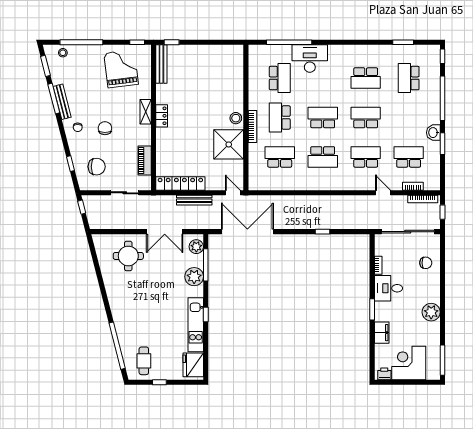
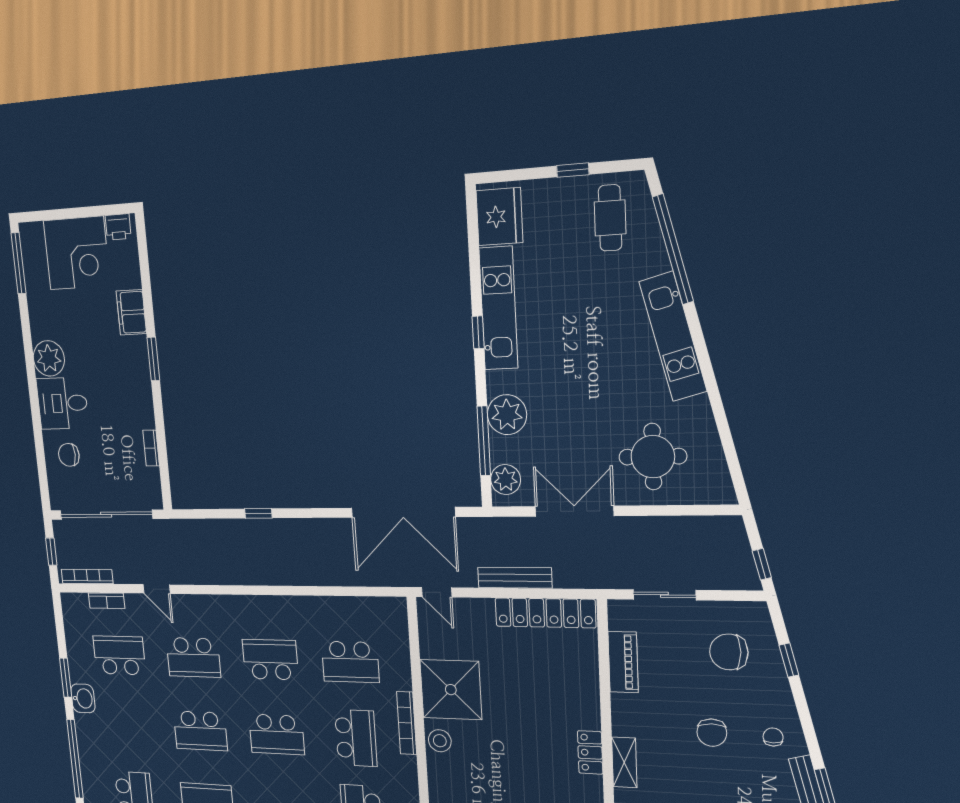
school desk: (409, 157) -> (119, 655), turned 180
desk: (389, 288) -> (62, 403), moved, turned 180
kitchen unit: (118, 309) -> (673, 337), added

